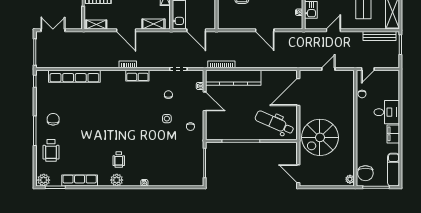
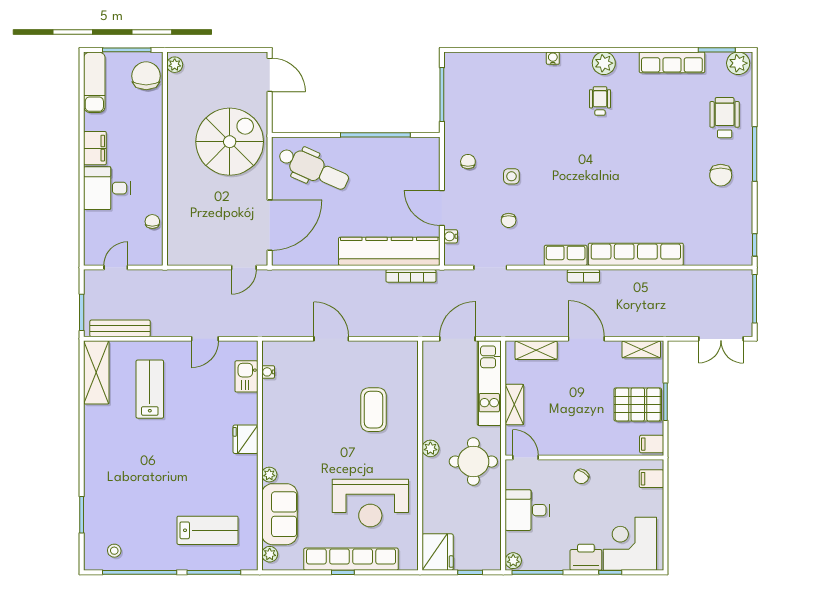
door: (196, 30) -> (457, 339), hinge flipped
door: (328, 69) -> (244, 268), moved
door: (368, 69) -> (116, 268), moved
row of seats: (74, 76) -> (636, 254), moved

